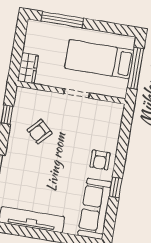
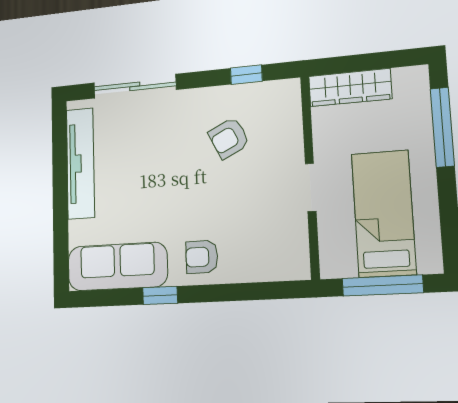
wardrobe: (28, 68) -> (350, 88), width x1.50
armchair: (39, 132) -> (229, 138), turned -69

